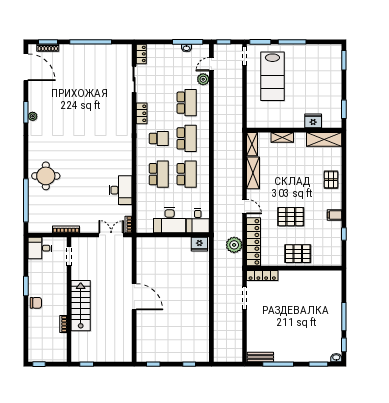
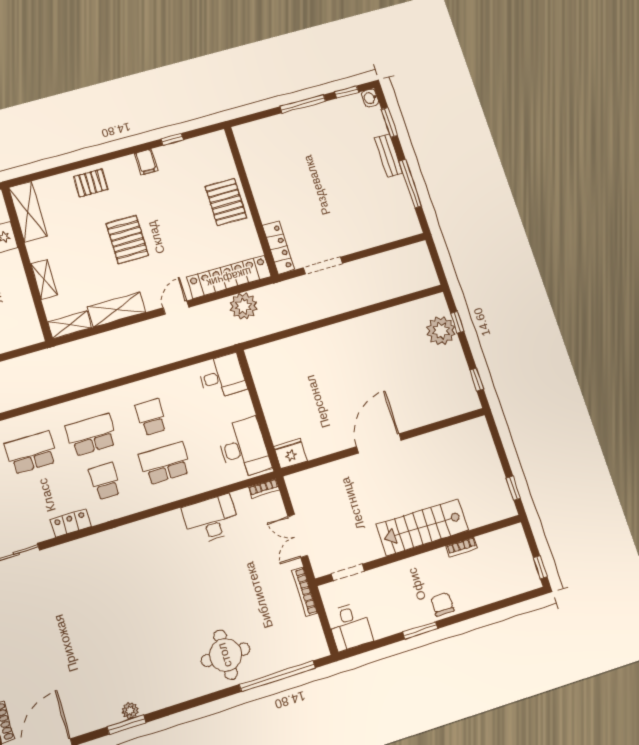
school desk: (187, 174) -> (151, 417), width x0.54
pallet: (291, 217) -> (127, 240), moved
desk: (170, 220) -> (244, 448), moved
double door: (111, 235) -> (298, 536), moved
fridge: (199, 244) -> (290, 454), moved, turned -90
plant: (187, 353) -> (441, 331), added
bench: (260, 357) -> (389, 156), moved

